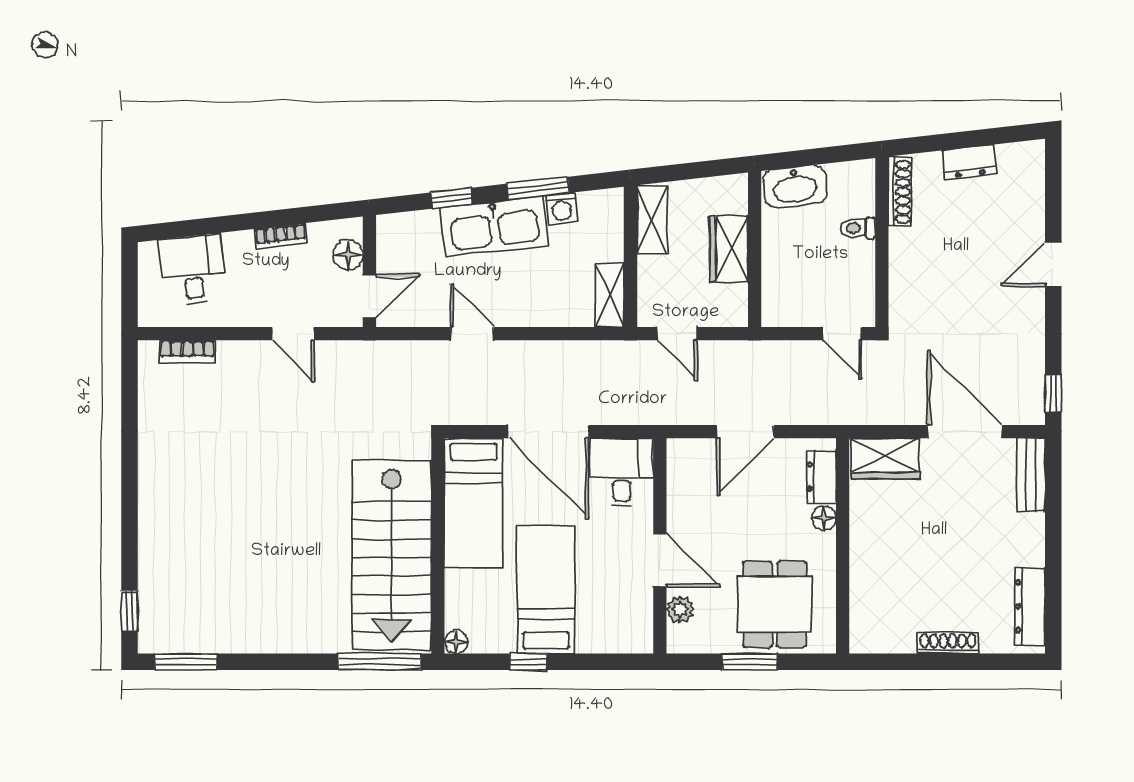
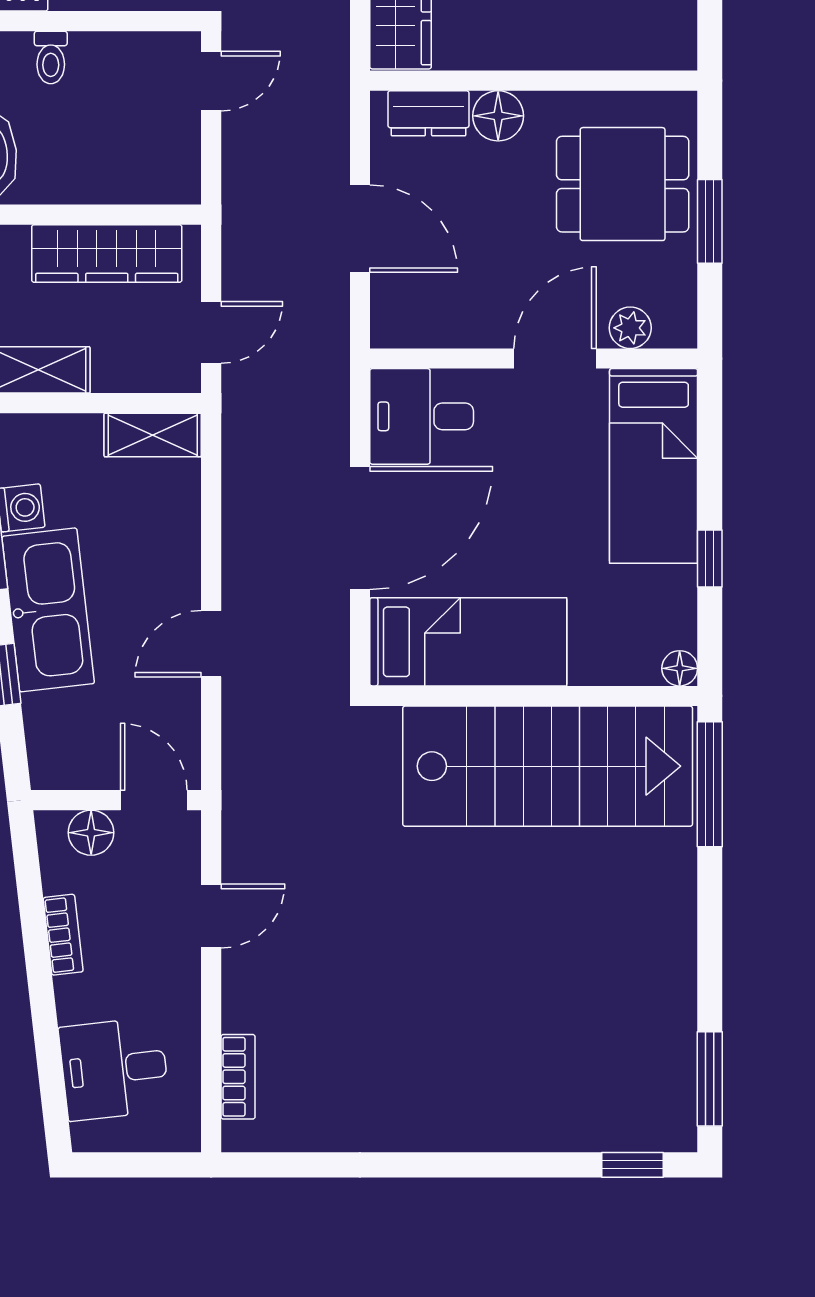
wardrobe: (729, 249) -> (107, 253), width x1.50
floor lamp: (824, 518) -> (498, 116), width x1.37, depth x1.37
bed: (546, 590) -> (654, 466), moved, turned -90

